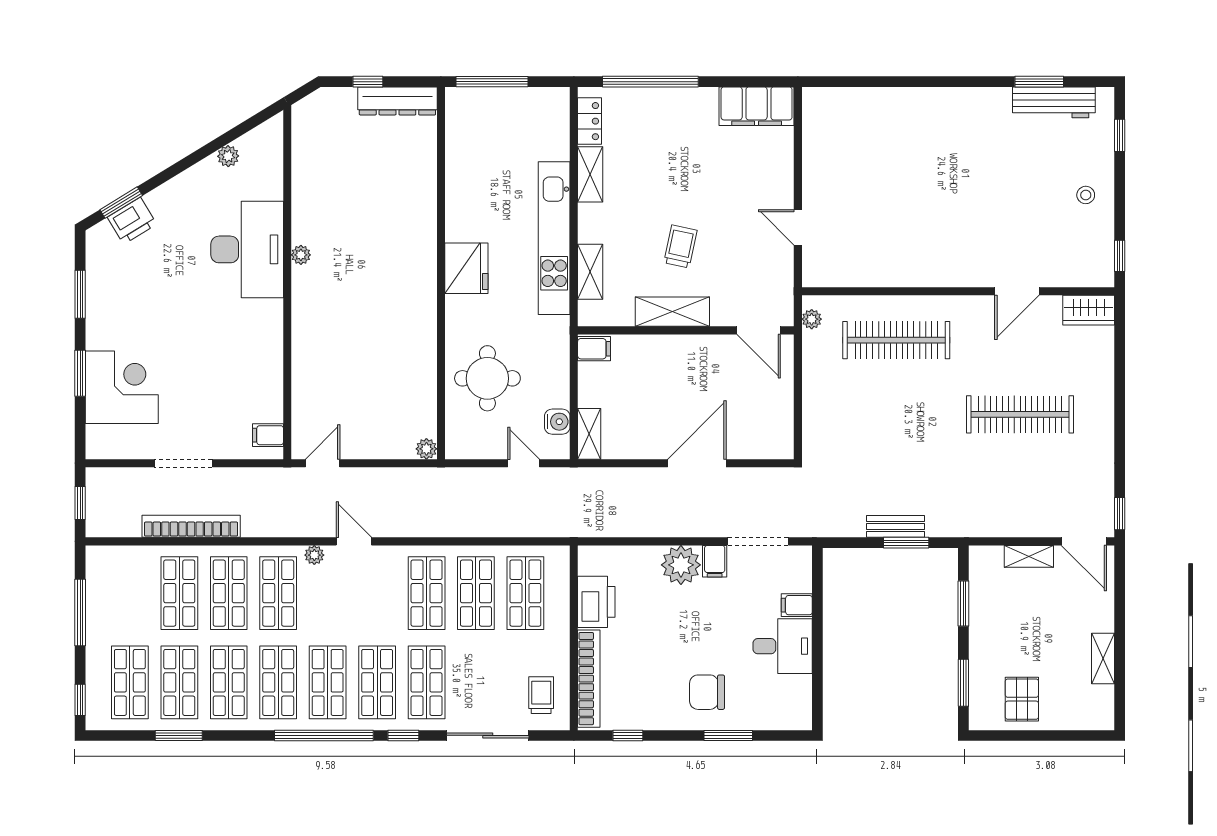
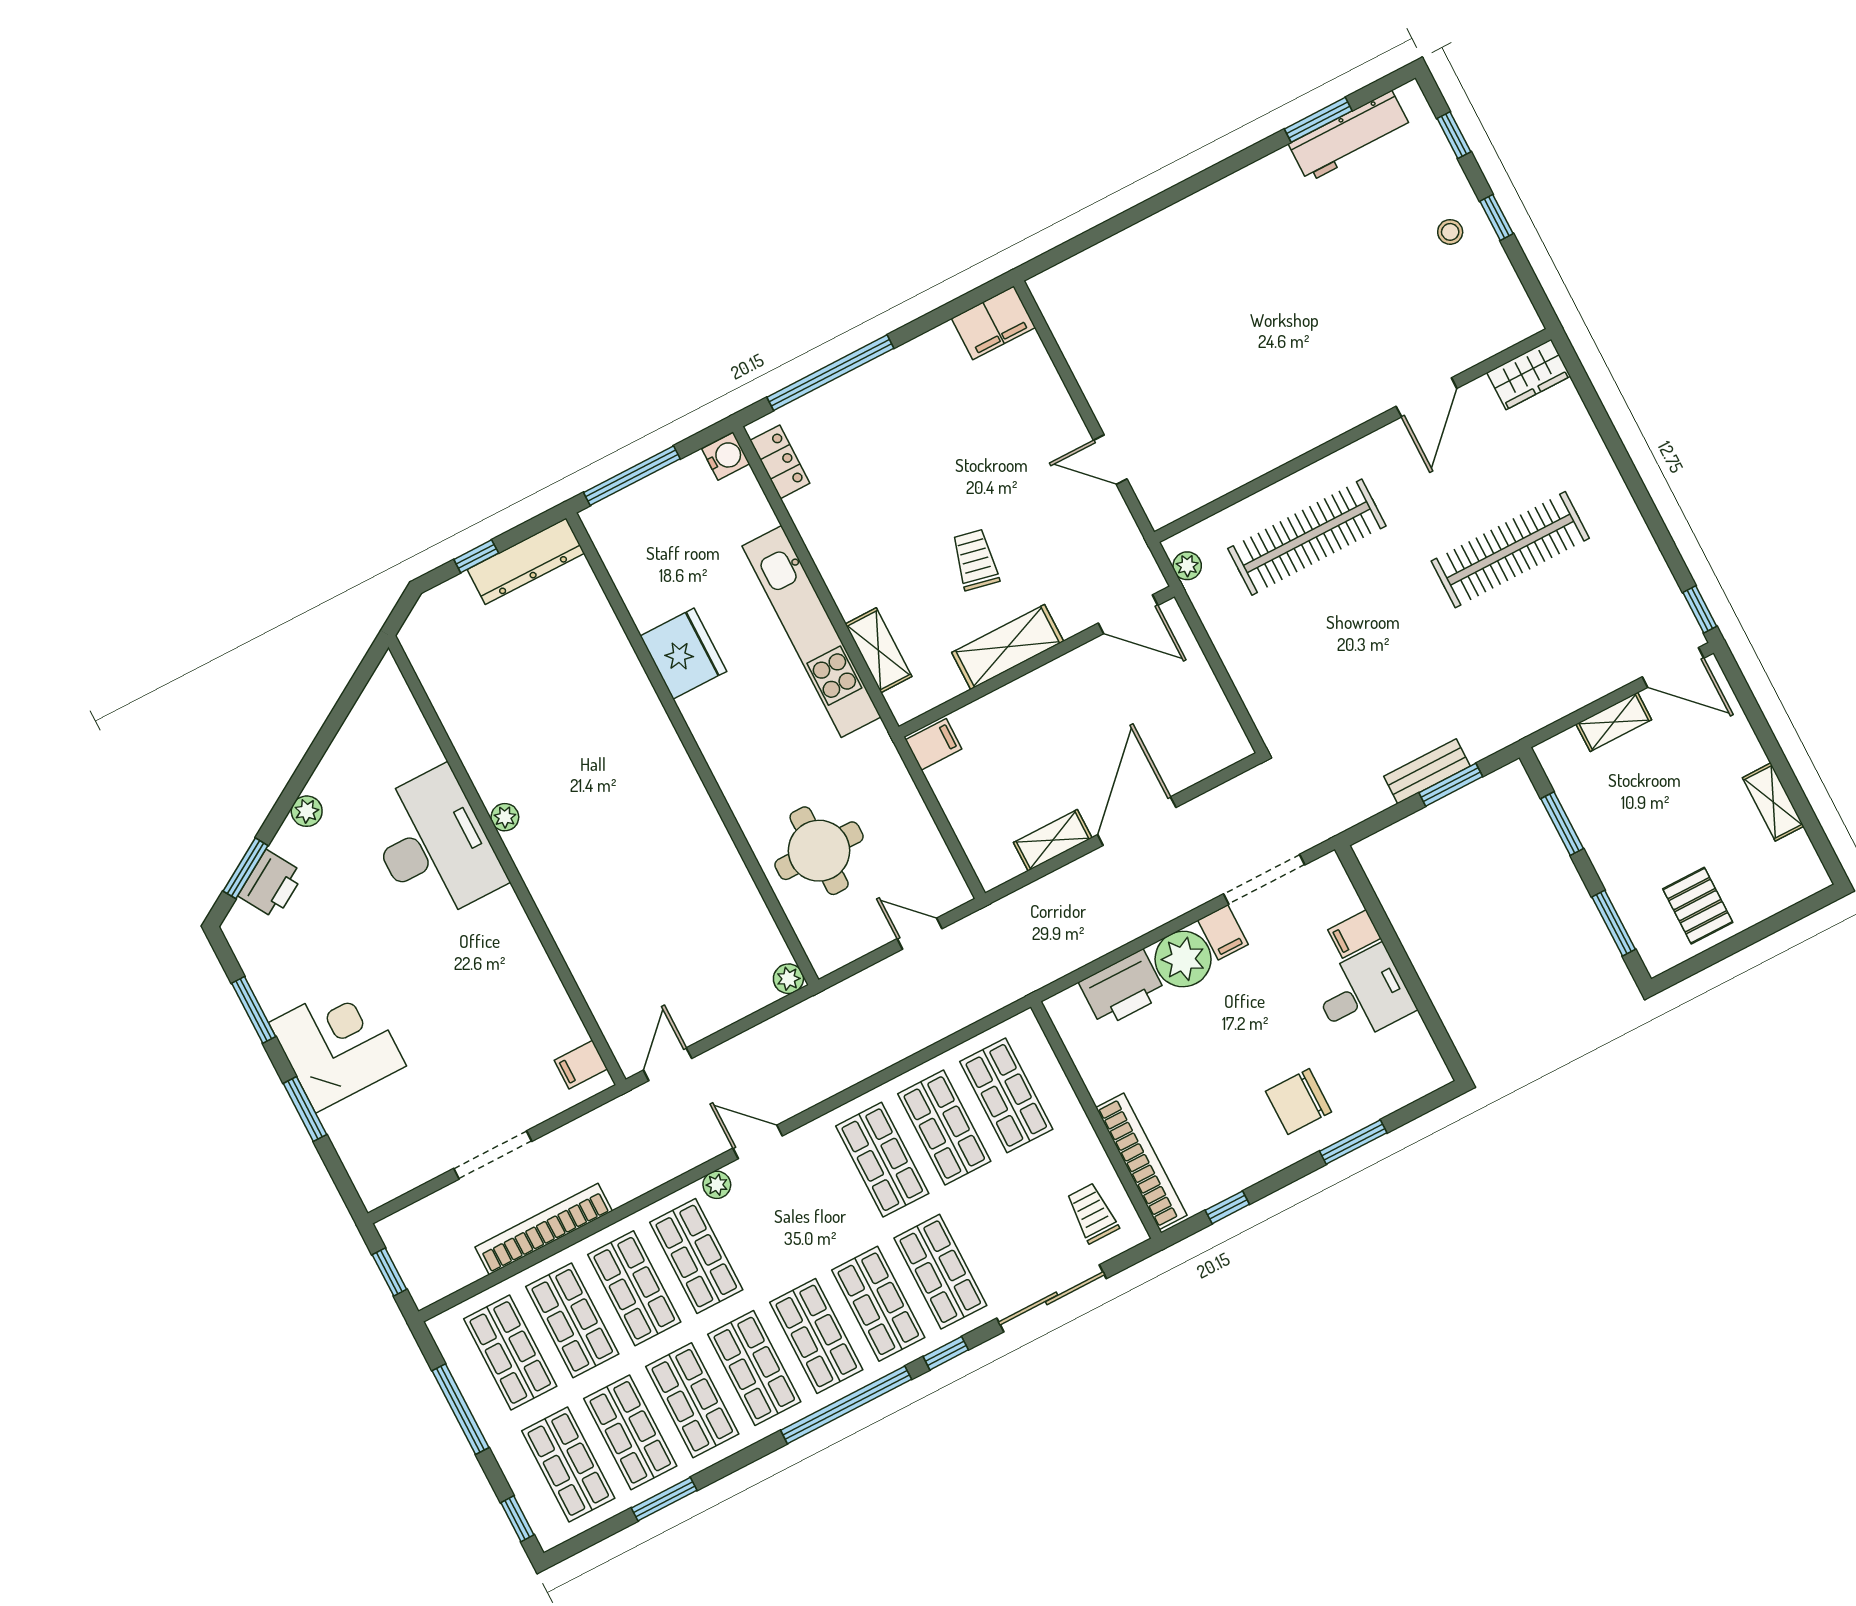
filing cabinet: (757, 106) -> (993, 323), width x0.67, depth x0.86
plant: (228, 156) -> (307, 811), moved
shelving: (590, 174) -> (815, 528), removed
window: (1120, 256) -> (1497, 217), moved
fridge: (466, 268) -> (683, 654), moved
corner desk: (122, 387) -> (338, 1044), moved
water cooler: (557, 422) -> (726, 456), moved
shelving: (589, 434) -> (1053, 840), moved, turned 90
shop shelf: (130, 593) -> (510, 1352), added
printer: (596, 602) -> (1123, 989), moved, turned 90

